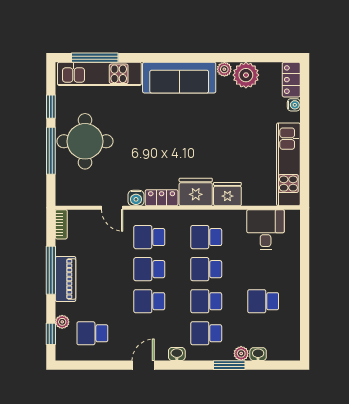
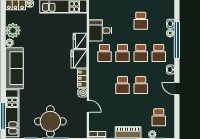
door: (112, 208) -> (88, 106), hinge flipped
desk: (266, 230) -> (100, 31), moved
school desk: (149, 237) -> (104, 85), removed
window: (229, 365) -> (177, 40), width x2.11

